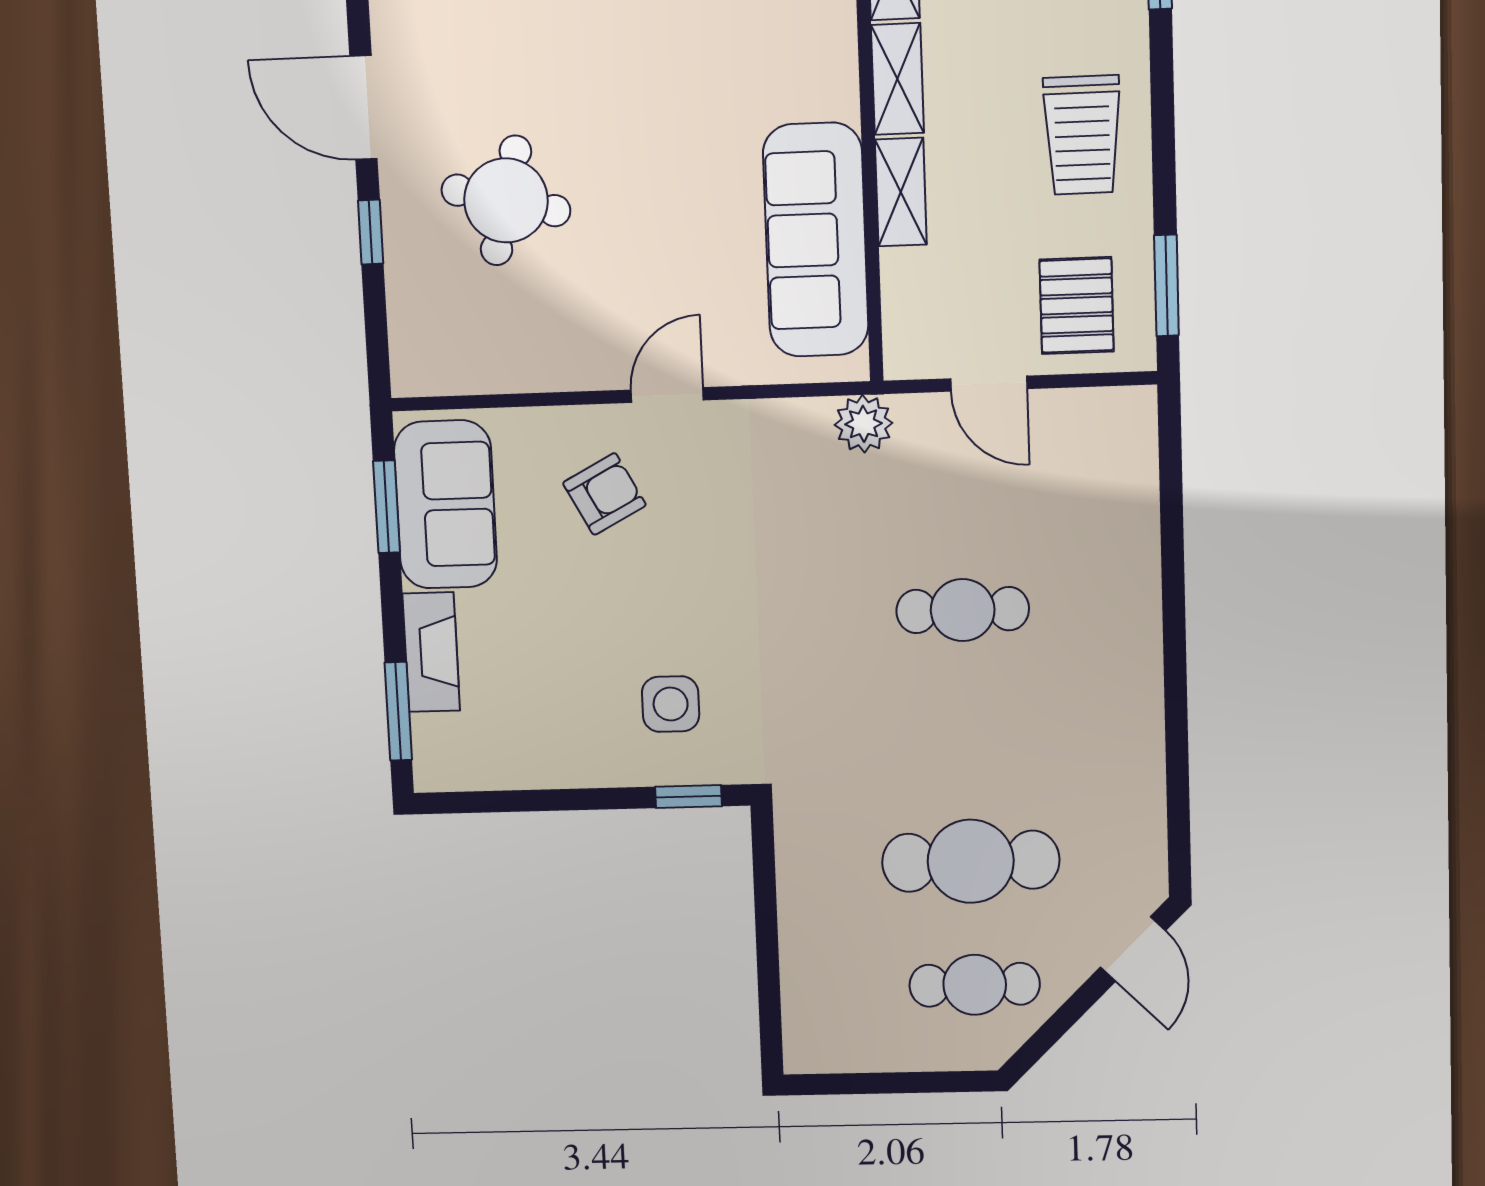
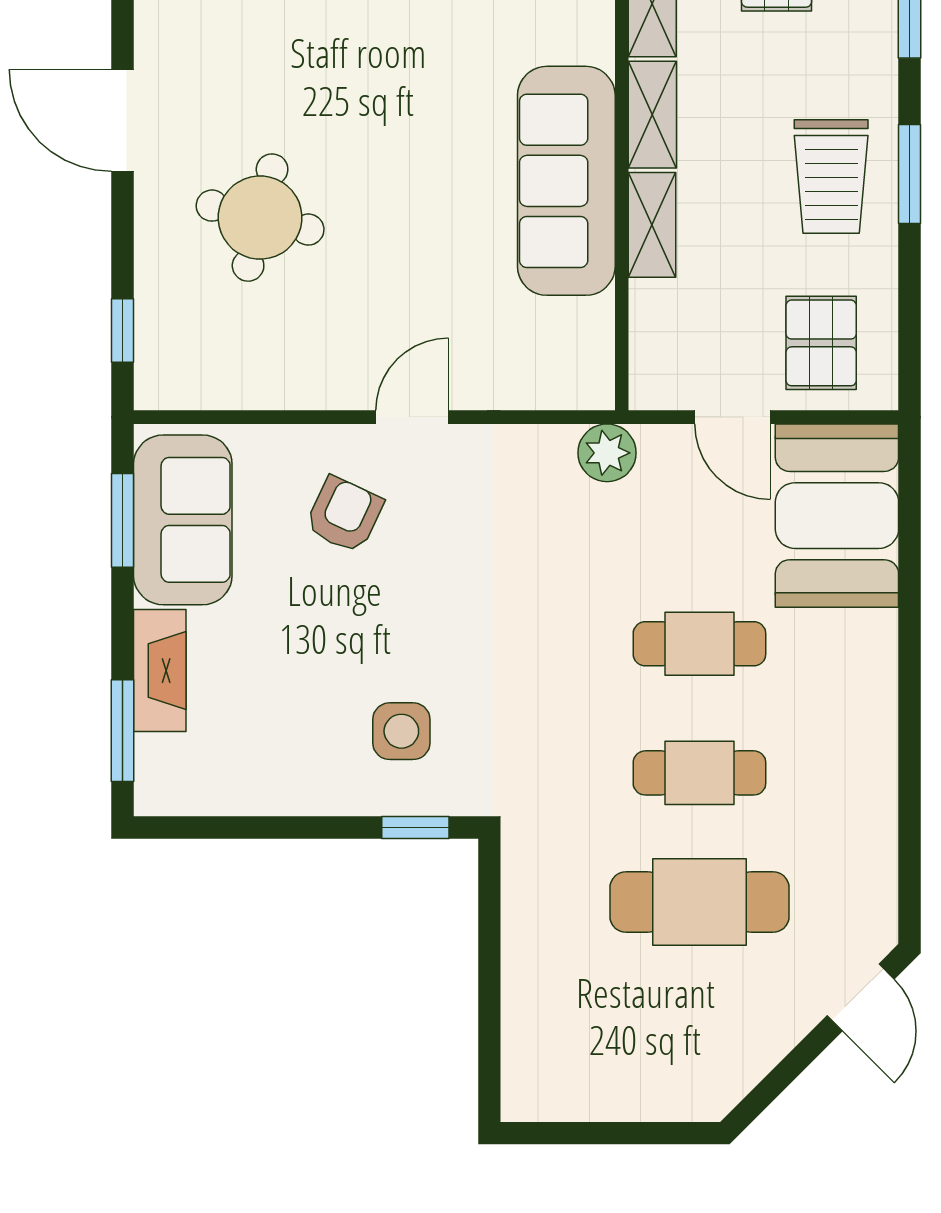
window: (371, 232) -> (123, 331), moved
sofa: (816, 240) -> (566, 181), moved
window: (1166, 285) -> (910, 174), moved
booth: (1097, 479) -> (837, 516), added
armchair: (604, 494) -> (344, 515), turned -37
cafe table: (975, 985) -> (699, 773), moved

